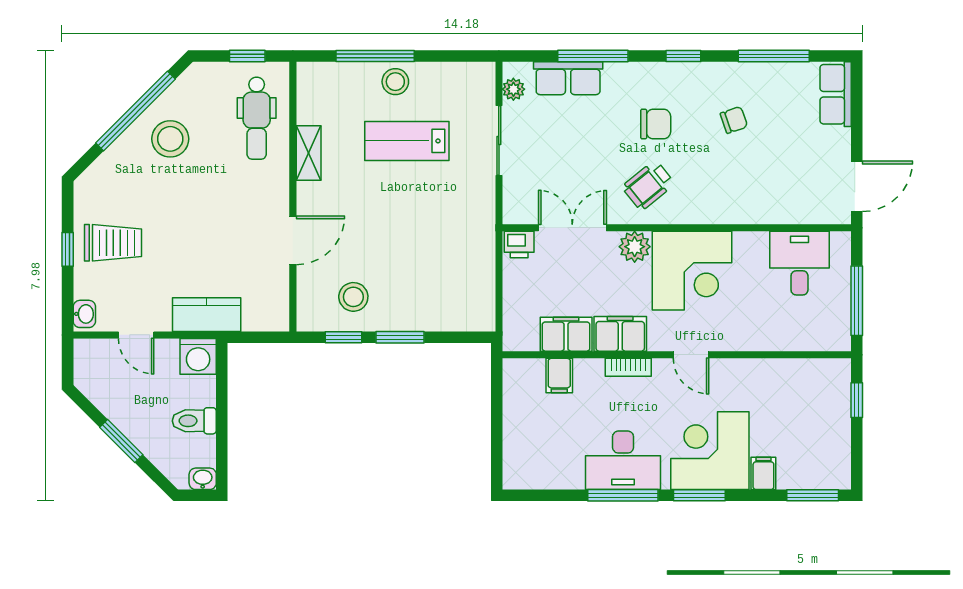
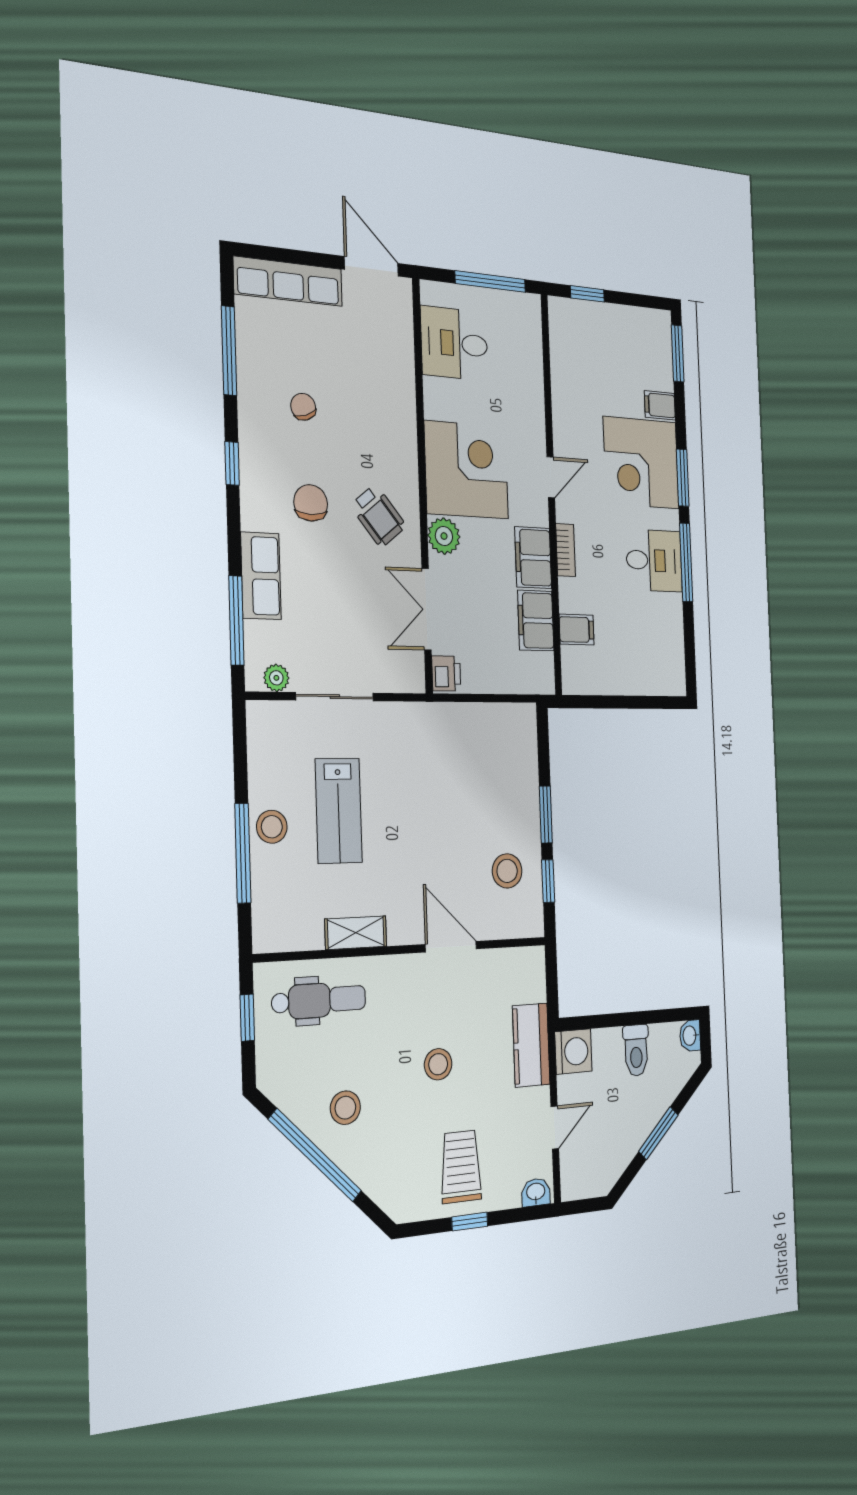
window: (593, 56) -> (236, 620), moved
row of seats: (568, 78) -> (261, 576), moved
row of seats: (836, 94) -> (288, 281), width x1.48
stool: (170, 139) -> (345, 1108), width x0.73, depth x0.73
stool: (198, 225) -> (438, 1064), added
desk: (623, 460) -> (654, 560), width x0.73

